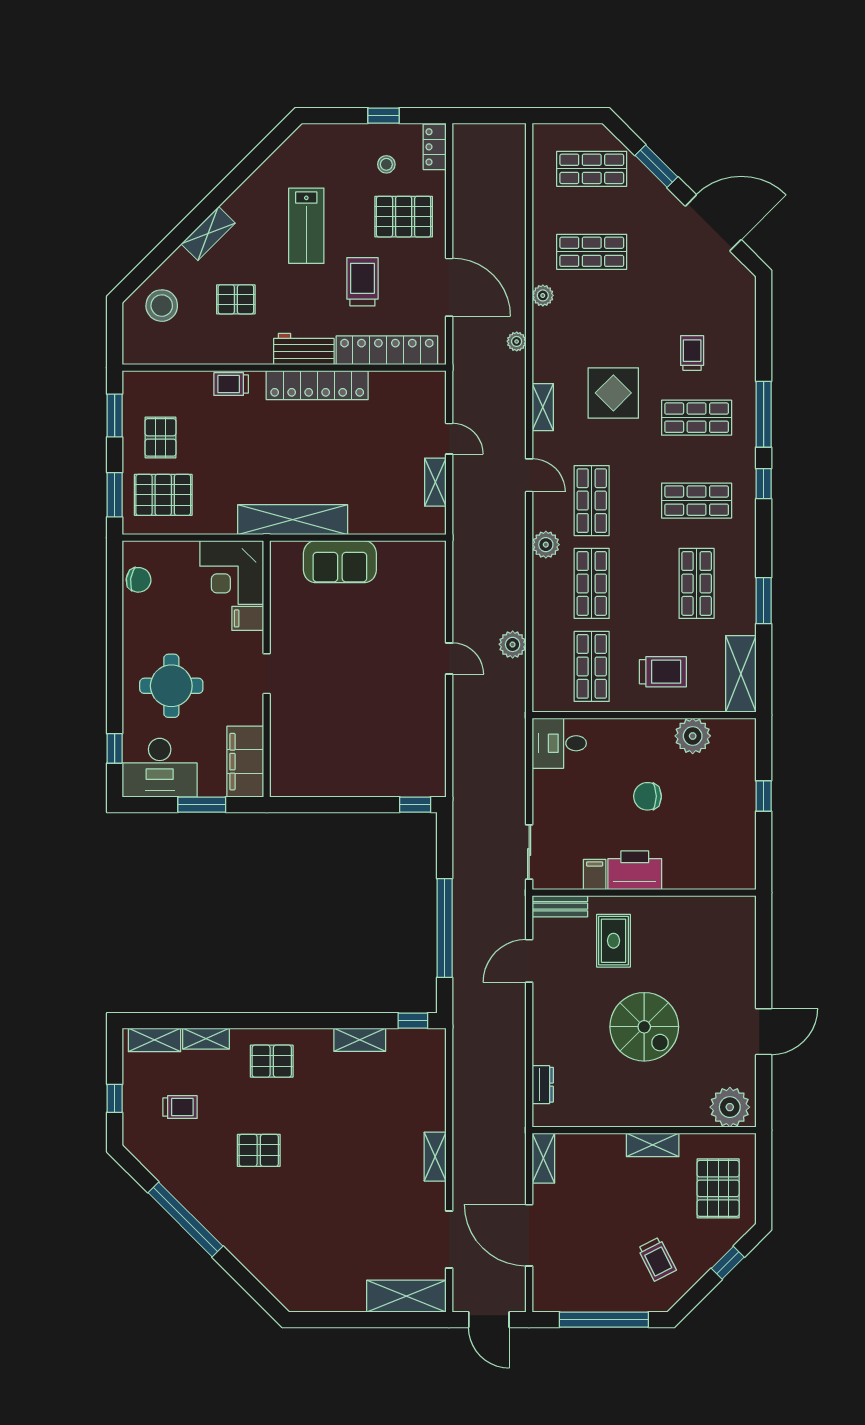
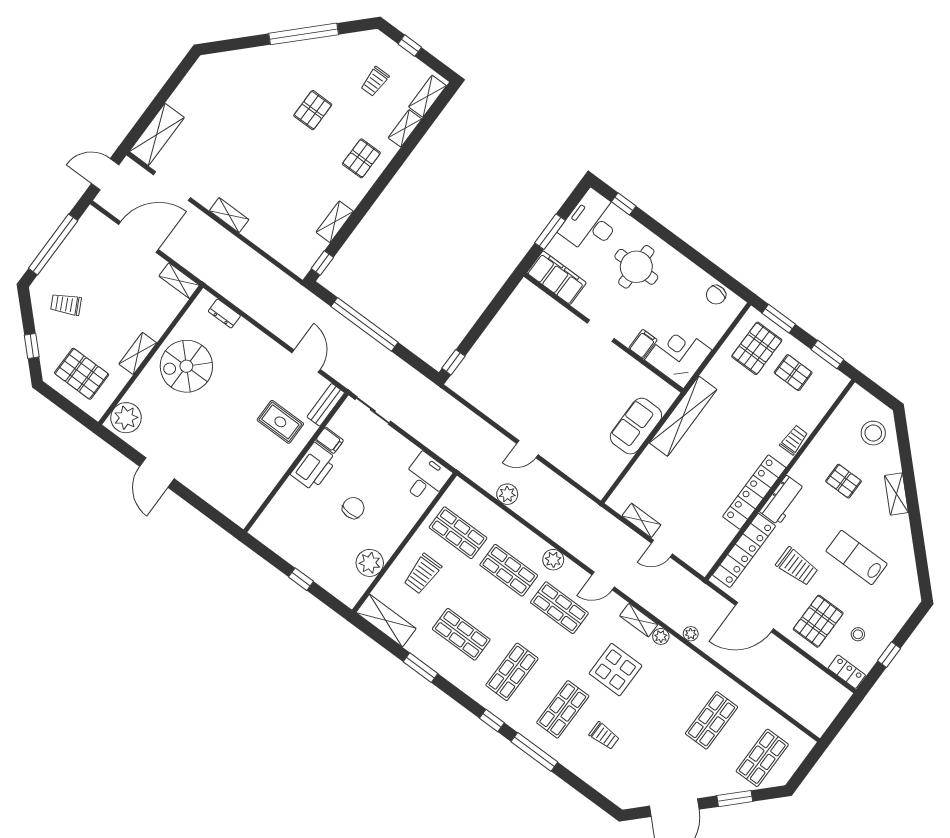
plant: (543, 295) -> (661, 636), moved
pallet: (236, 299) -> (843, 481), turned 90
spiral stairs: (644, 1027) -> (186, 366), moved

